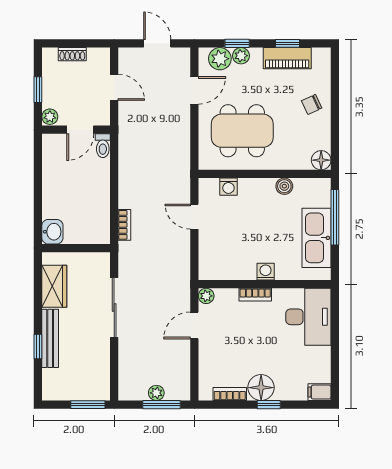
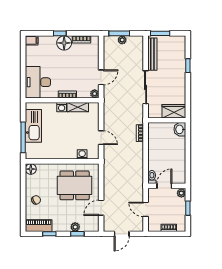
door: (157, 43) -> (122, 234), hinge flipped
piano: (287, 58) -> (39, 226), moved
plant: (220, 59) -> (87, 225), removed
boiler: (284, 186) -> (51, 155), removed
shelving: (236, 272) -> (78, 107), added
wardrobe: (54, 286) -> (174, 111), moved, turned 90
bench: (50, 338) -> (152, 54), moved

